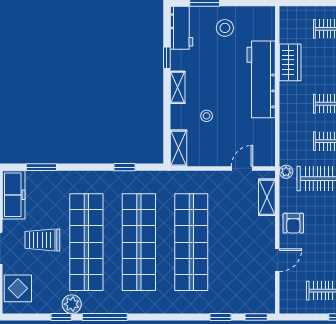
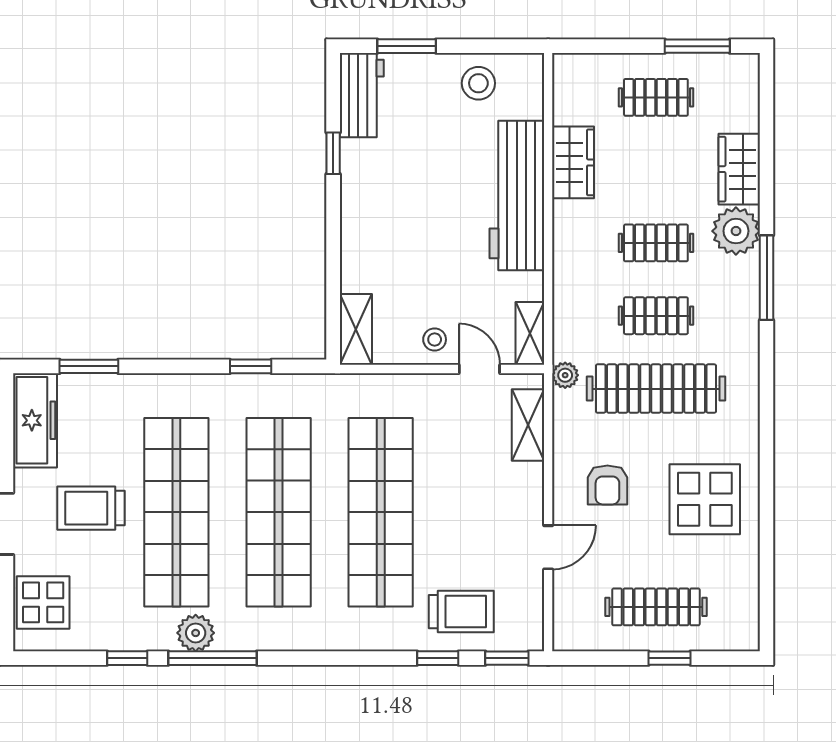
stool: (225, 28) -> (478, 83), moved
shelving: (178, 87) -> (530, 333), moved
stool: (207, 116) -> (435, 340), moved
door: (242, 168) -> (479, 369), hinge flipped
armchair: (293, 223) -> (607, 485), moved
trolley: (233, 293) -> (461, 612), added
plant: (72, 304) -> (196, 633), moved

